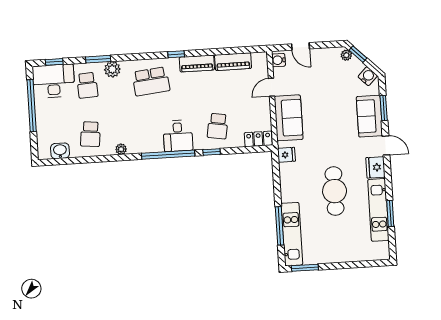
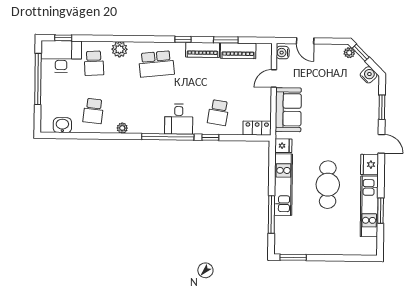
window: (98, 59) -> (226, 40), moved
sofa: (369, 116) -> (367, 114), removed
kitchen unit: (292, 234) -> (283, 185), moved

